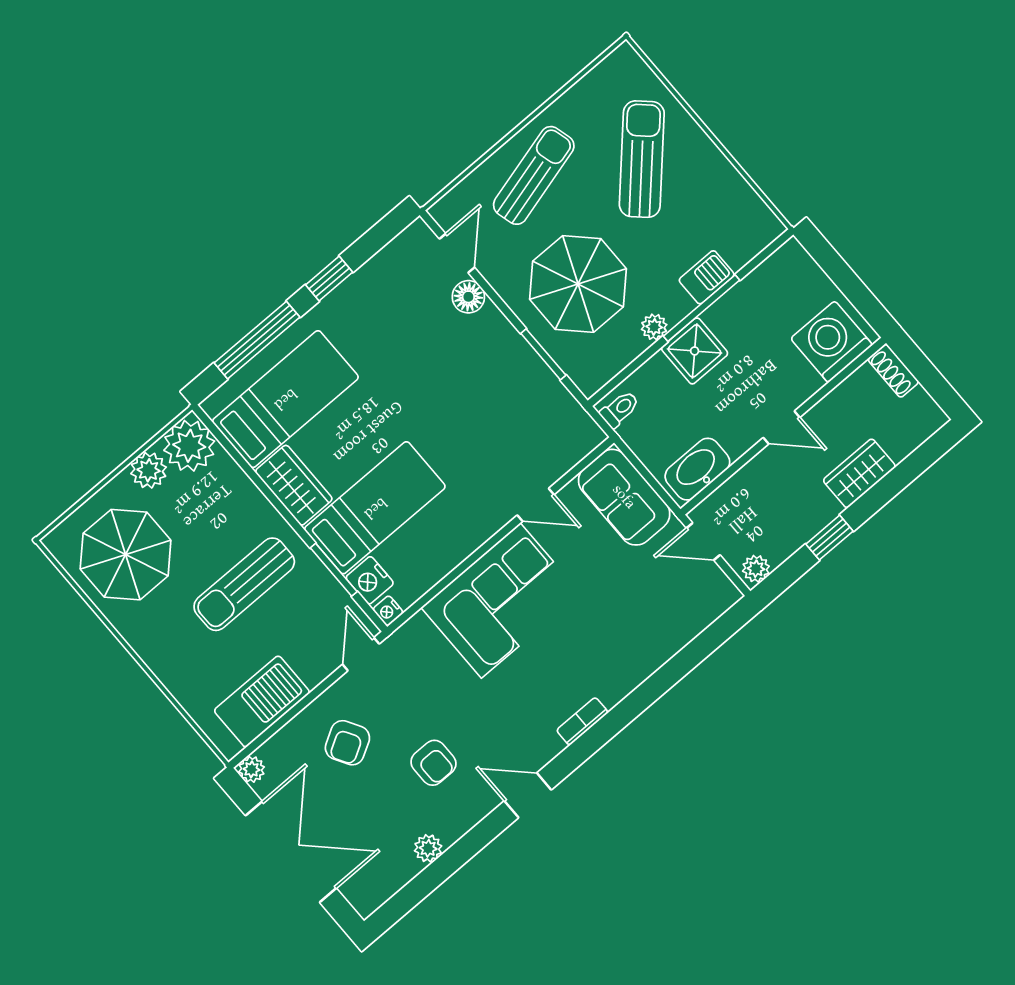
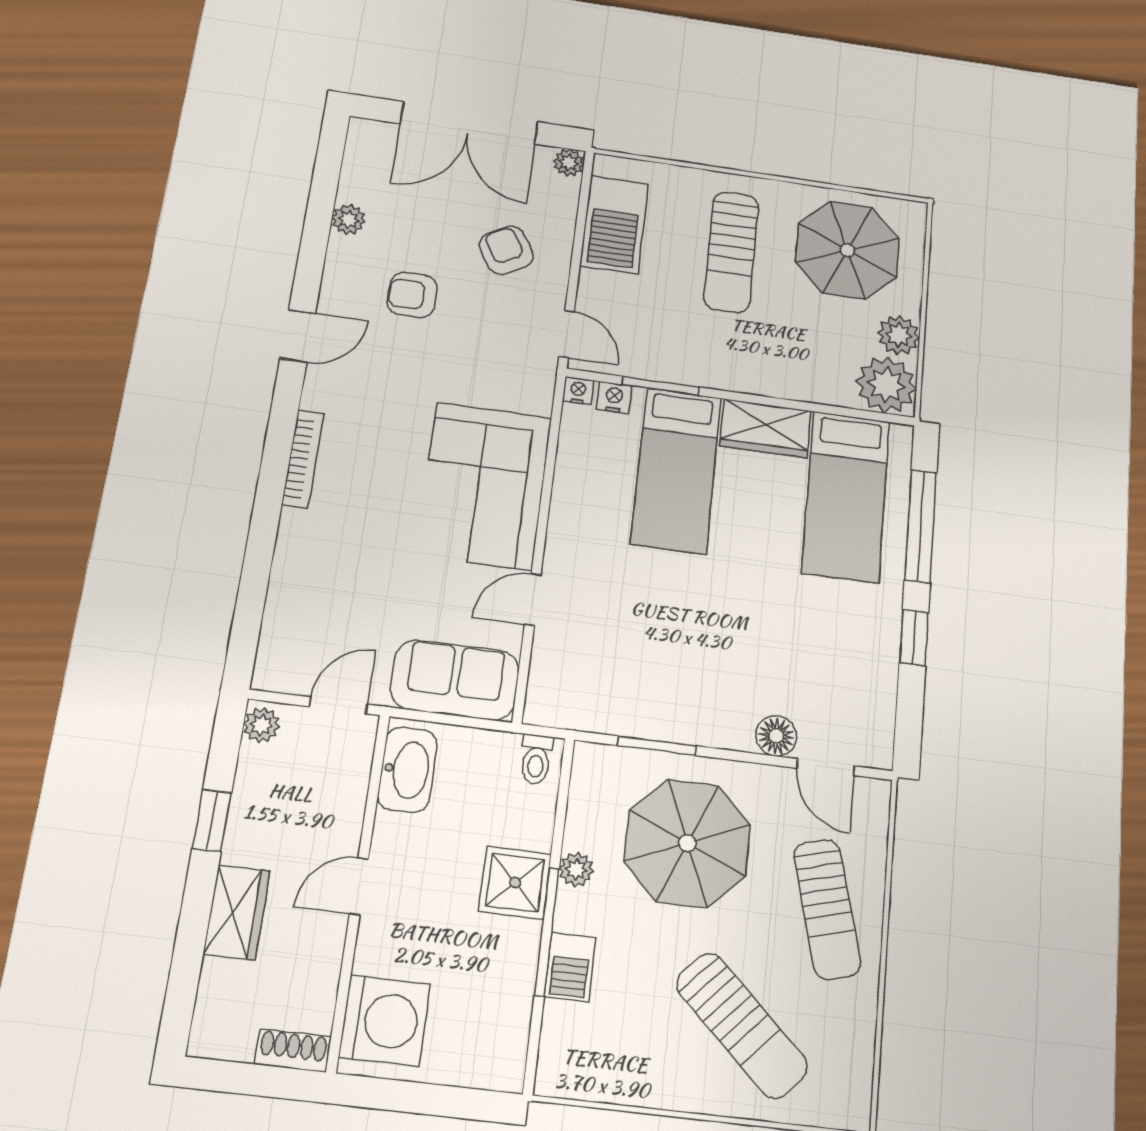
nightstand: (370, 580) -> (614, 398), width x0.72, depth x0.74
sun lounger: (244, 584) -> (731, 252), moved, turned 180
bookcase: (582, 721) -> (303, 459), width x1.56

